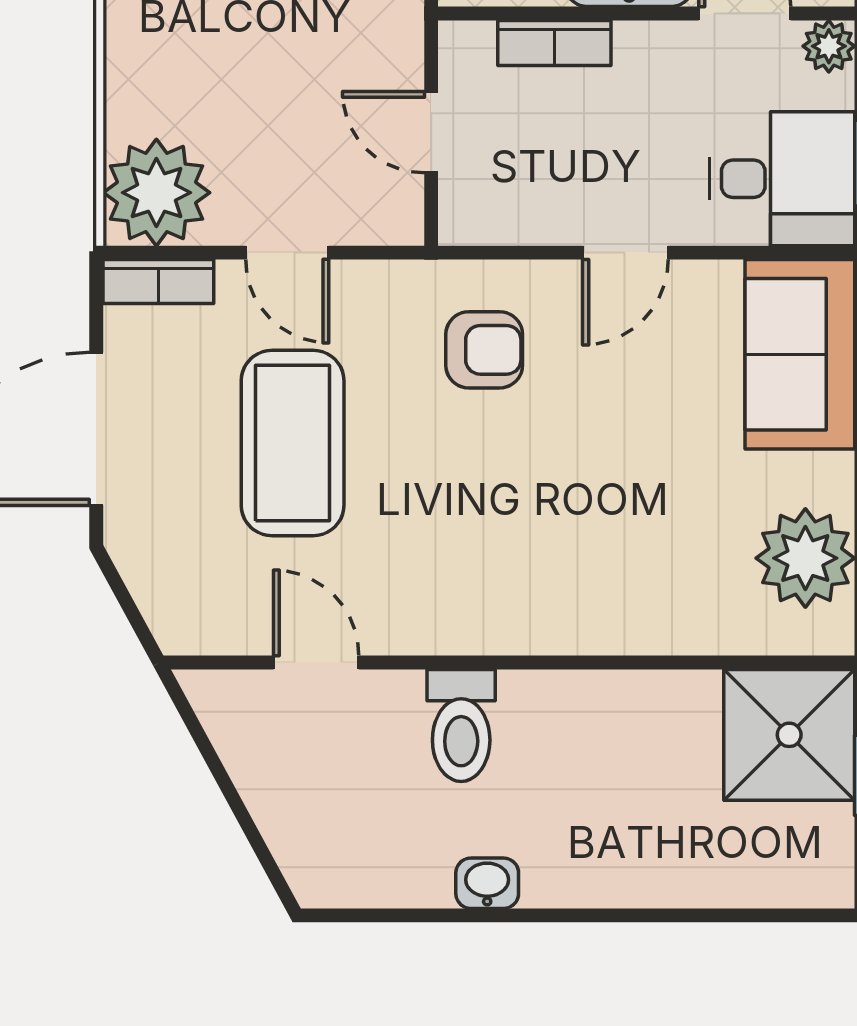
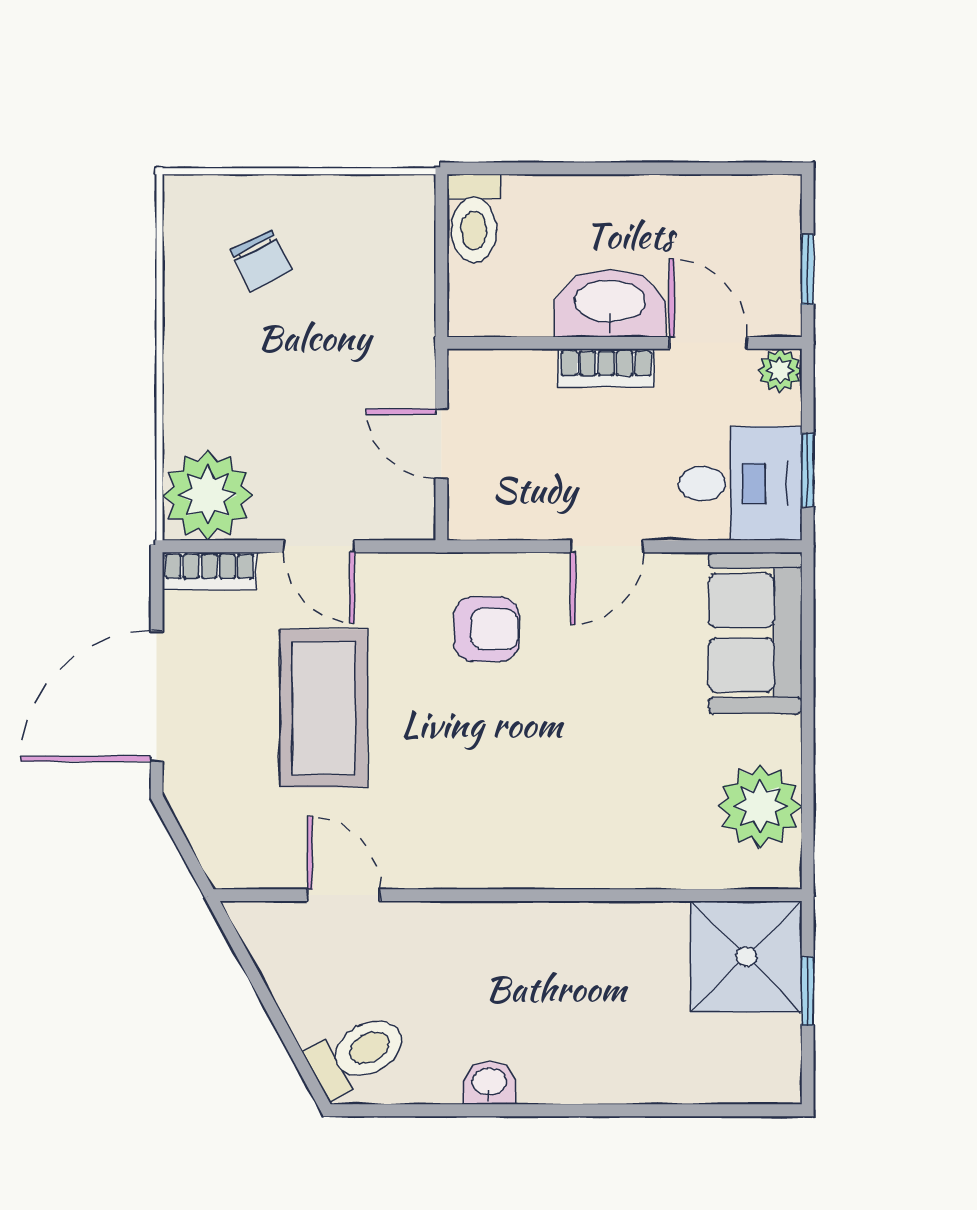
bookcase: (554, 43) -> (606, 368), moved
toilet: (461, 725) -> (357, 1054), moved, turned -119

